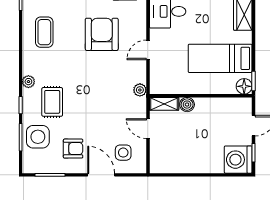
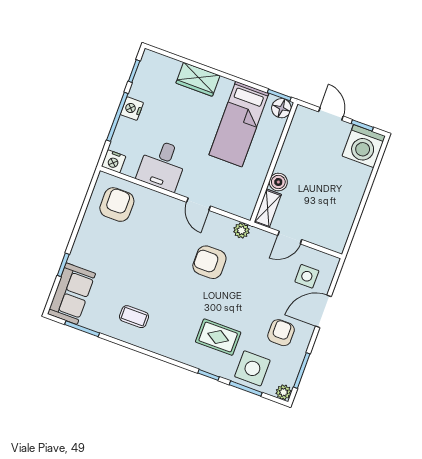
coffee table: (44, 32) -> (134, 317), width x0.73, depth x0.77
armchair: (102, 34) -> (209, 262), moved, width x0.73, depth x0.73
plant: (28, 82) -> (284, 392), moved

